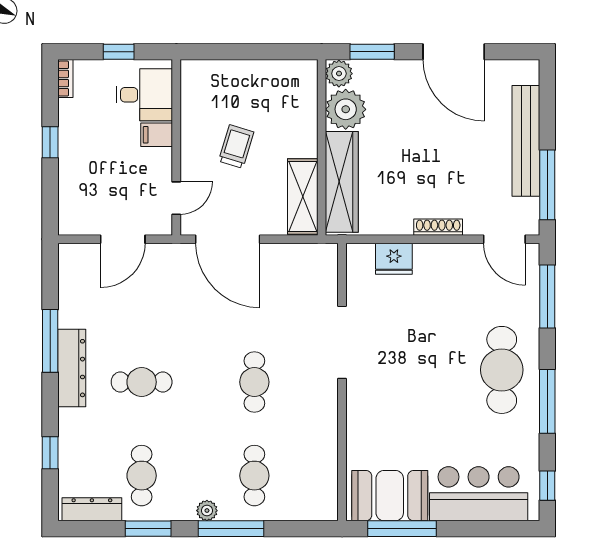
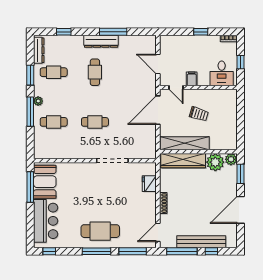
window: (547, 118) -> (211, 251), added
filing cabinet: (157, 135) -> (192, 79), moved
shelving: (303, 196) -> (185, 143), width x1.47
window: (547, 401) -> (97, 251), moved

